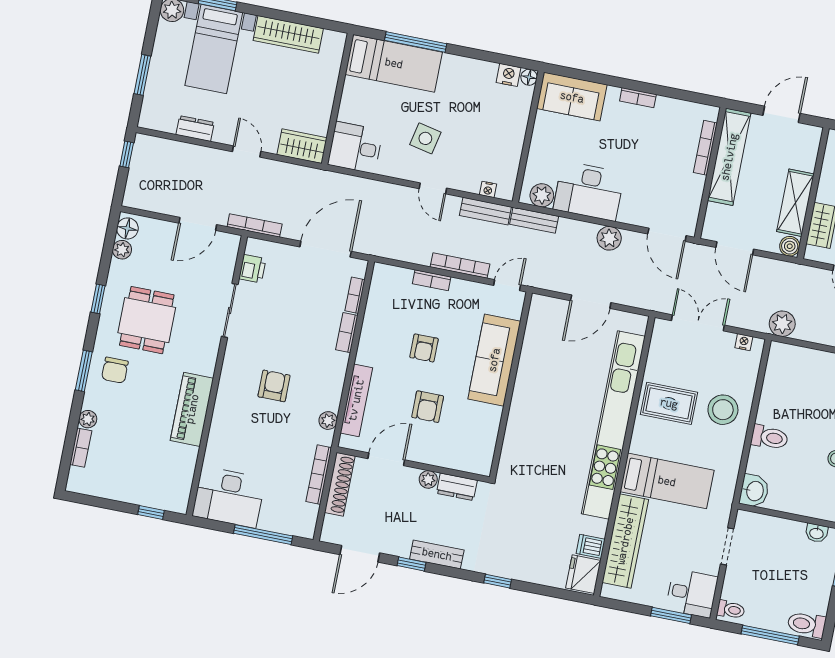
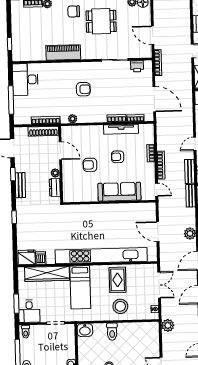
tv unit: (356, 400) -> (121, 129), moved

